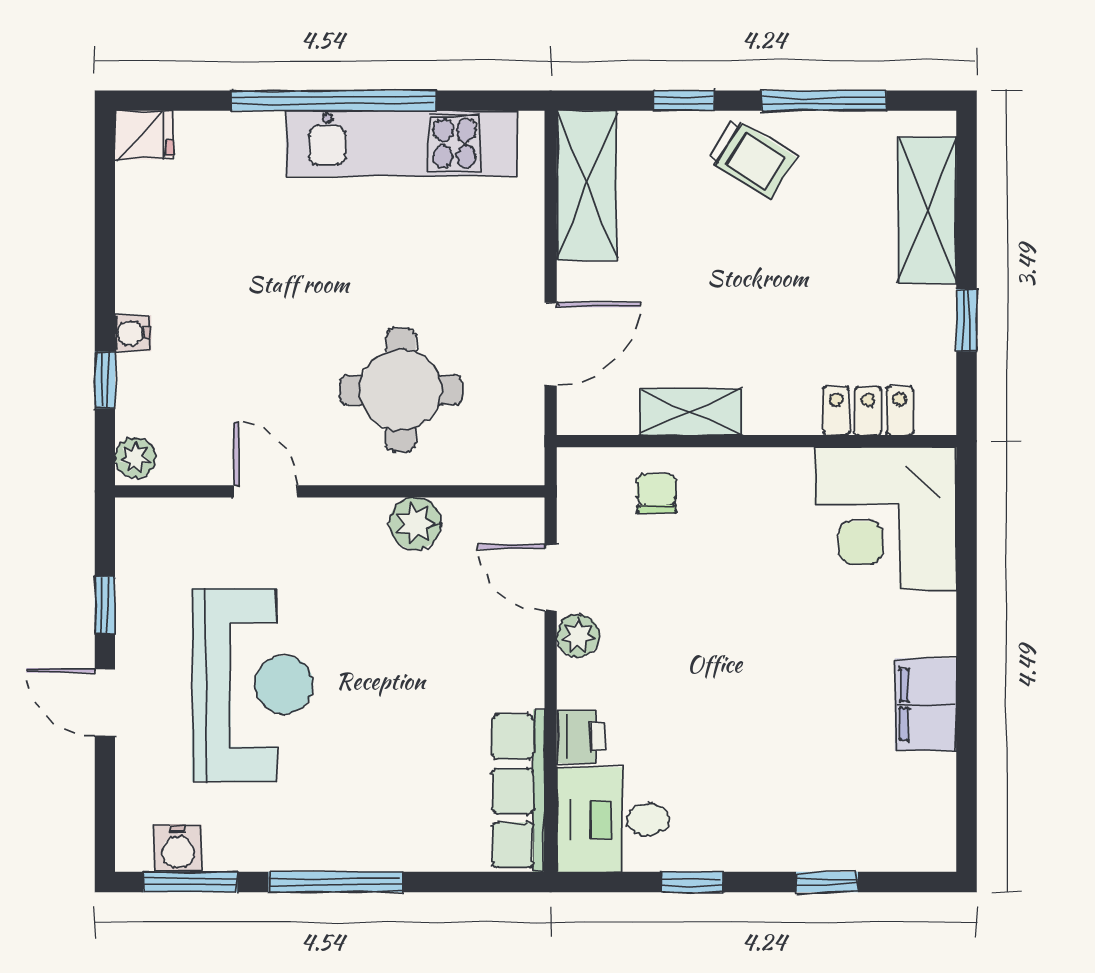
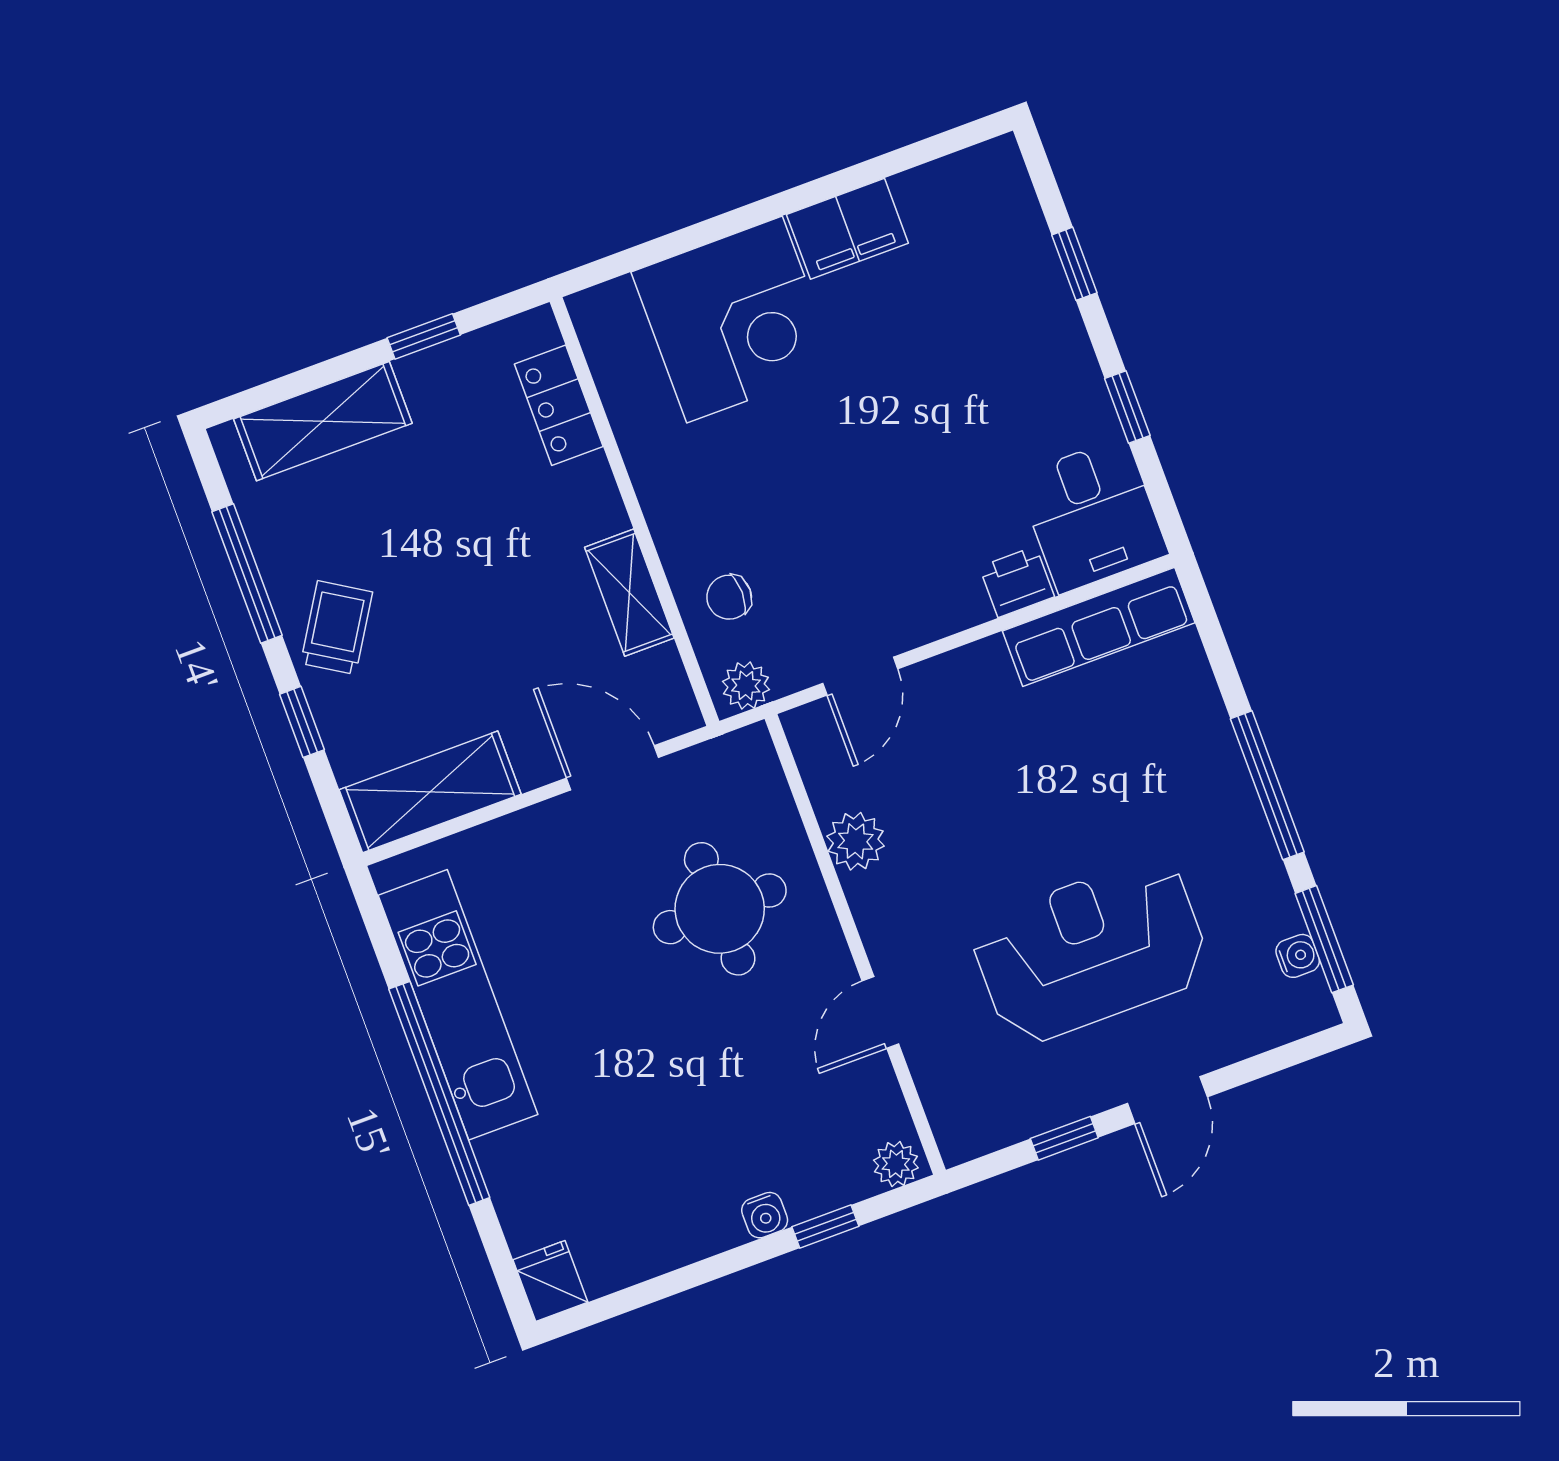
corner desk: (885, 519) -> (735, 320), moved
plant: (578, 636) -> (746, 686), moved
water cooler: (178, 848) -> (1298, 956), width x0.72, depth x0.72

